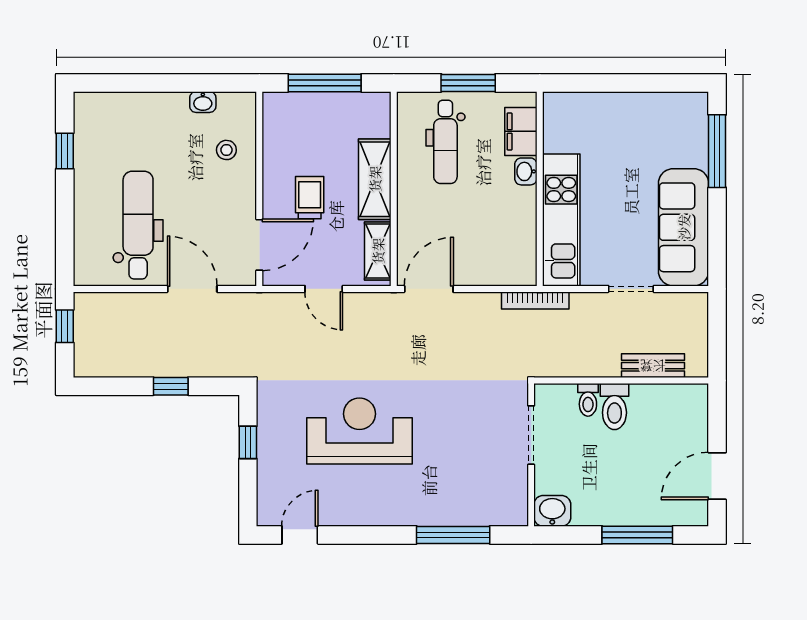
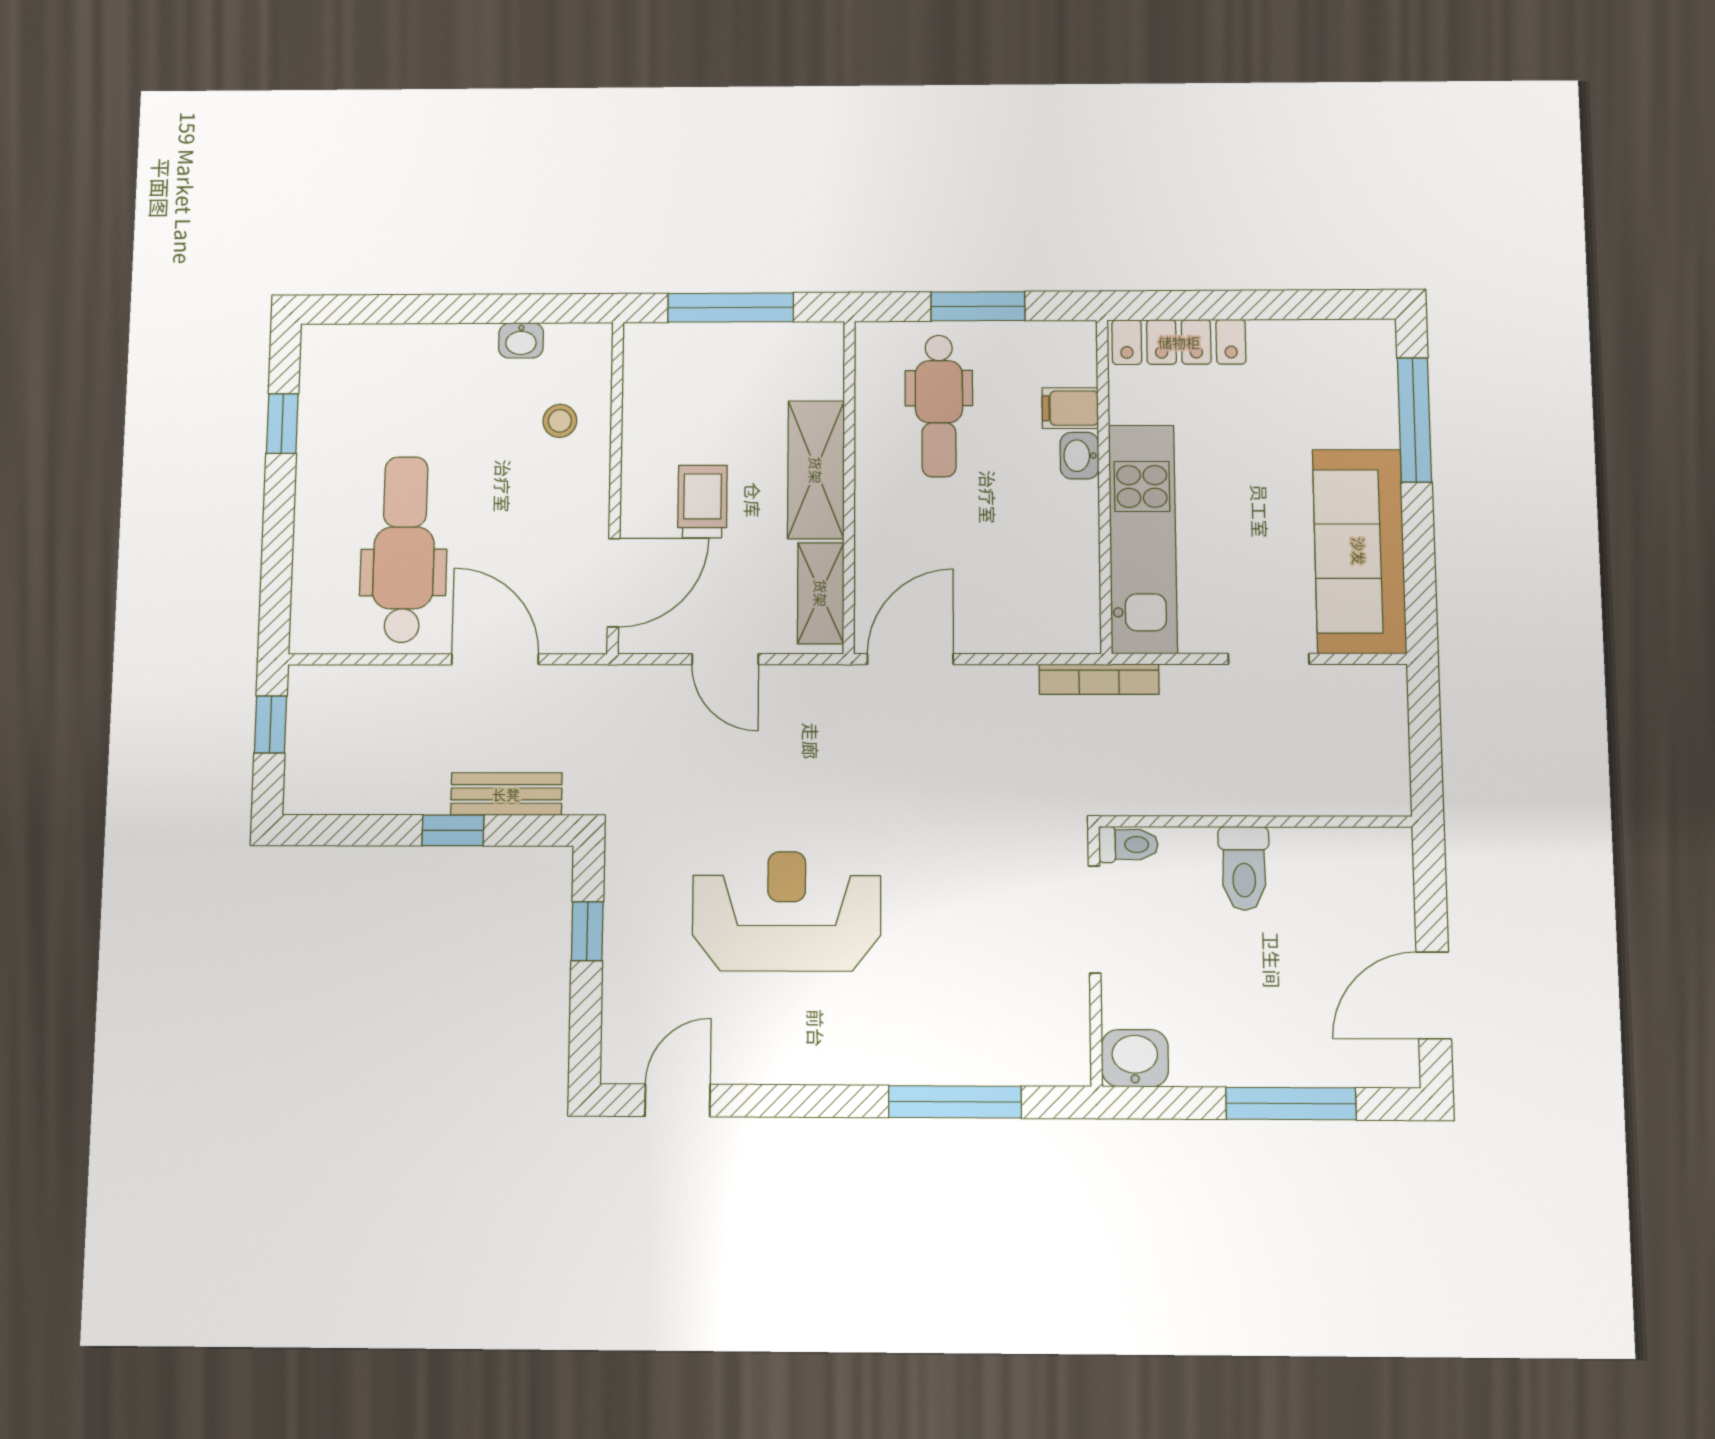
locker: (584, 105) -> (1179, 342), added
filing cabinet: (521, 131) -> (1070, 408), width x0.50
bench: (653, 366) -> (506, 794), moved
toilet: (588, 400) -> (1128, 845), moved, turned -90

